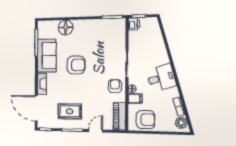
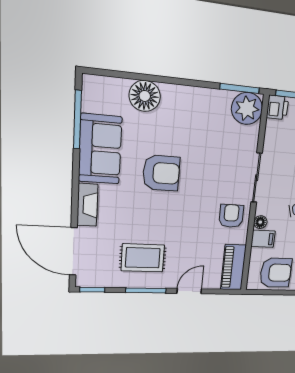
plant: (117, 27) -> (247, 108), added

